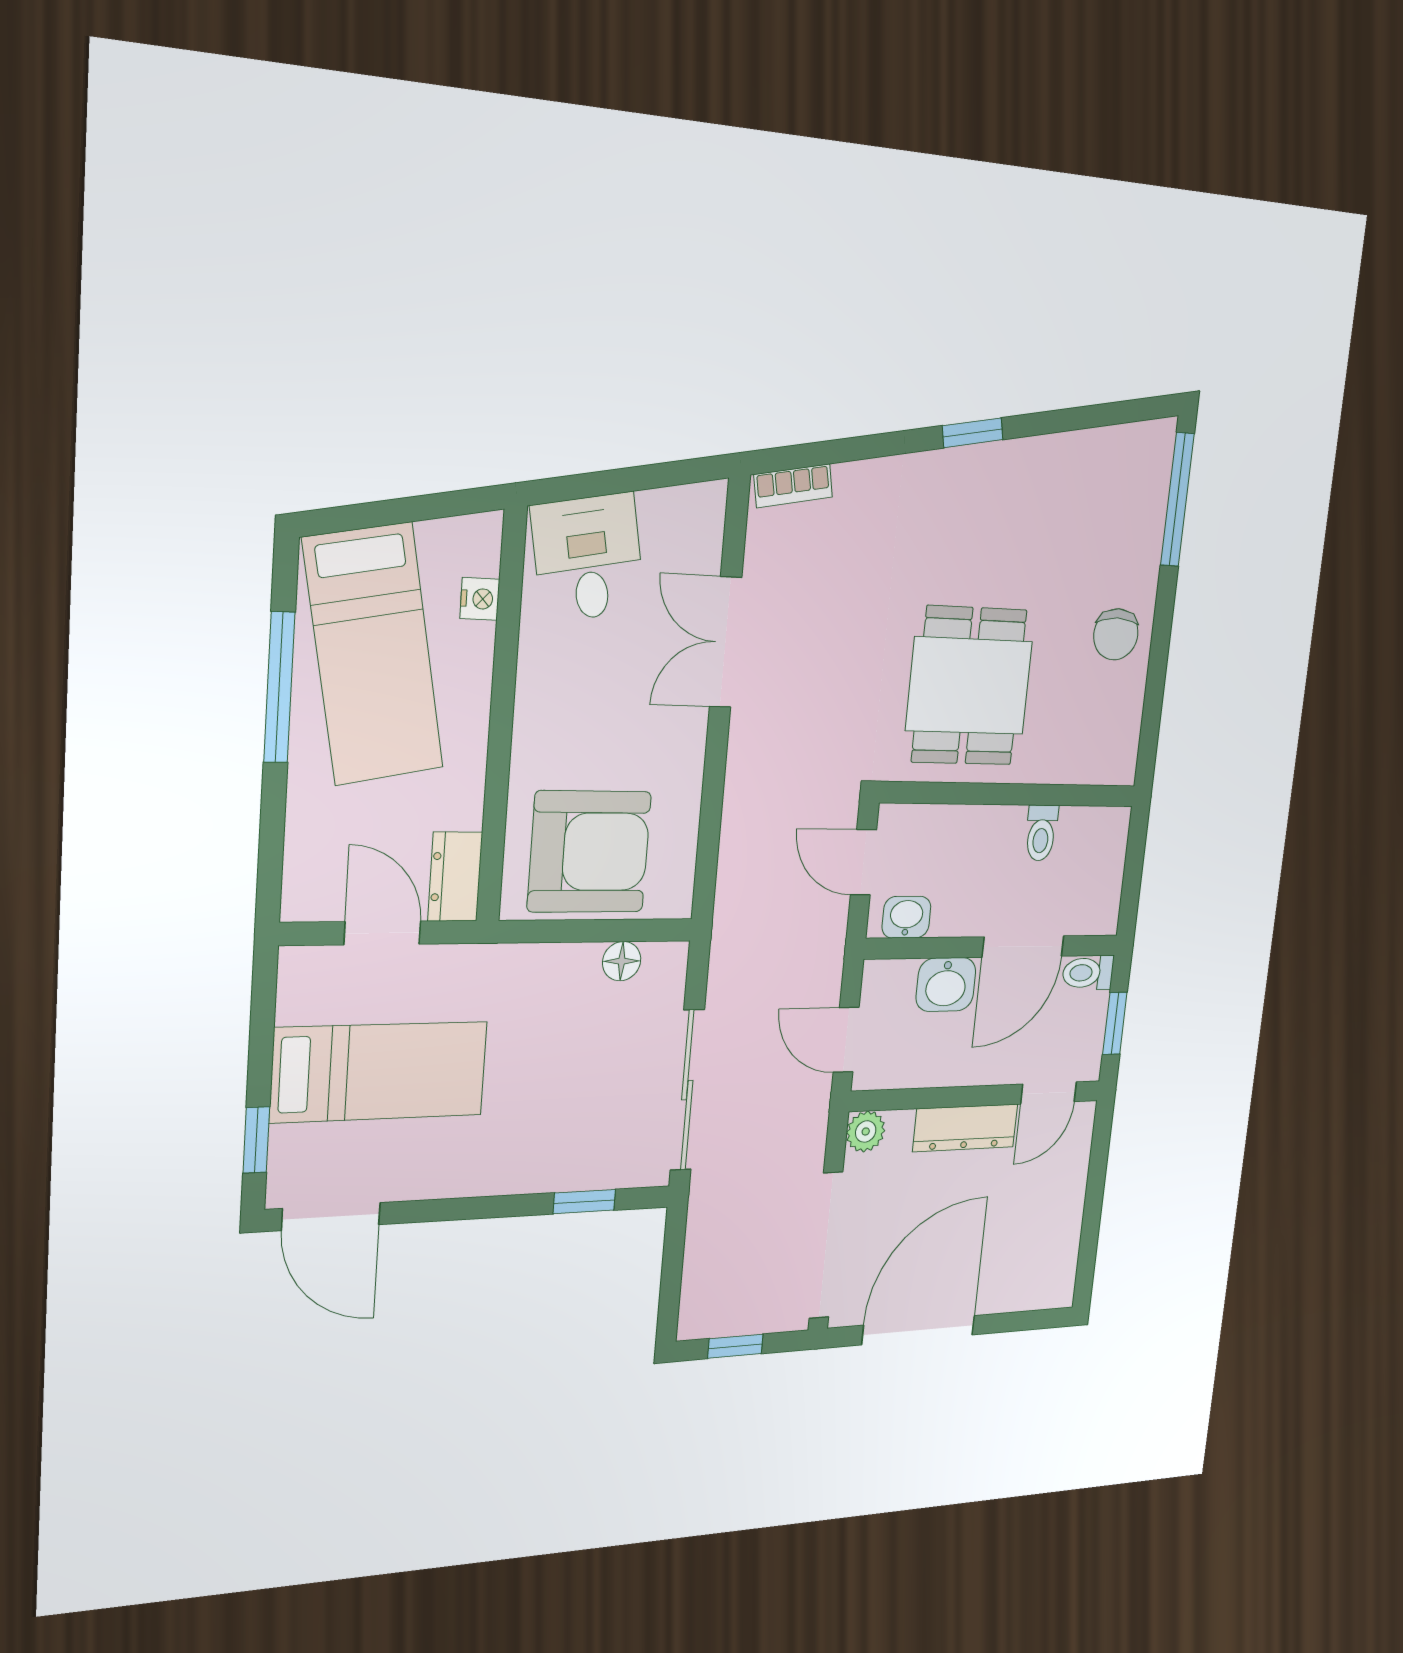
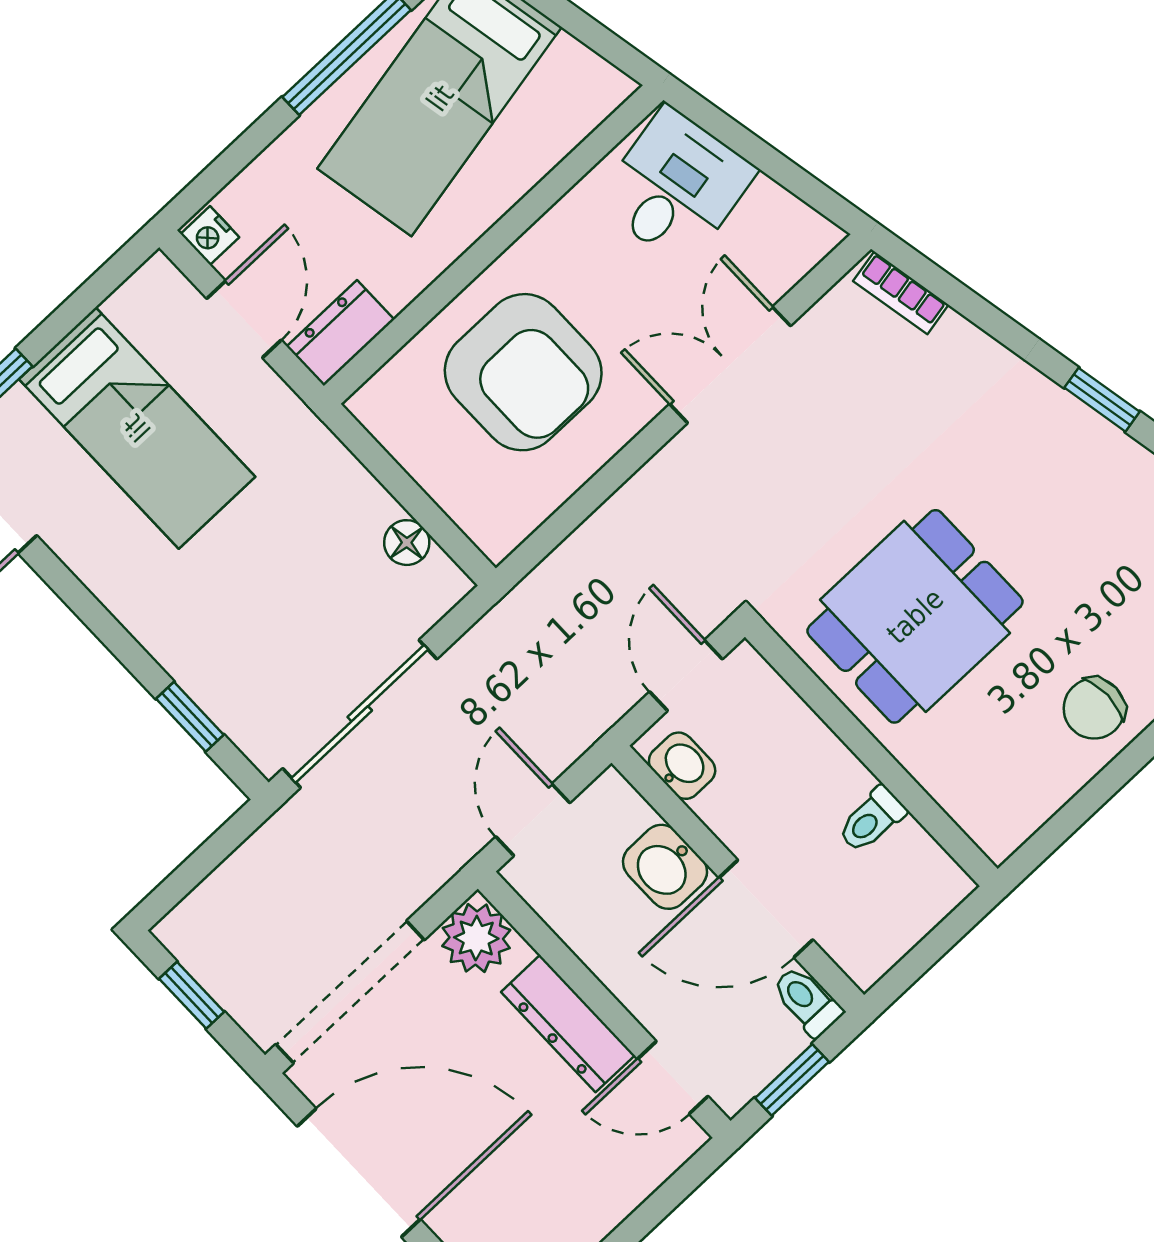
nightstand: (480, 599) -> (210, 236), moved, turned 90
armchair: (589, 852) -> (523, 372), moved
plant: (866, 1131) -> (476, 938), width x1.38, depth x1.38

